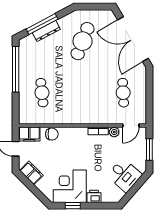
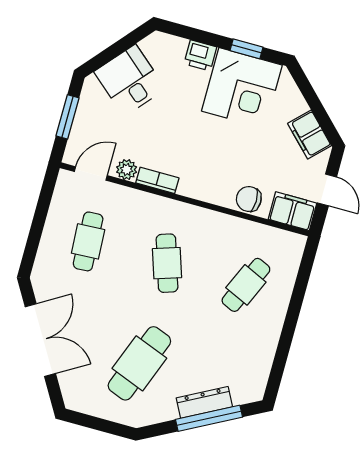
double door: (133, 39) -> (40, 340), width x0.73
window: (16, 69) -> (284, 345), removed
cafe table: (42, 93) -> (246, 285), turned 30
cafe table: (83, 93) -> (167, 263), added

